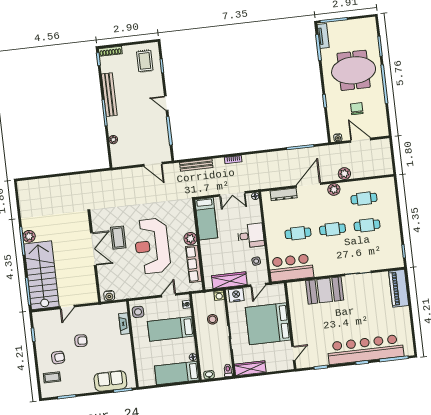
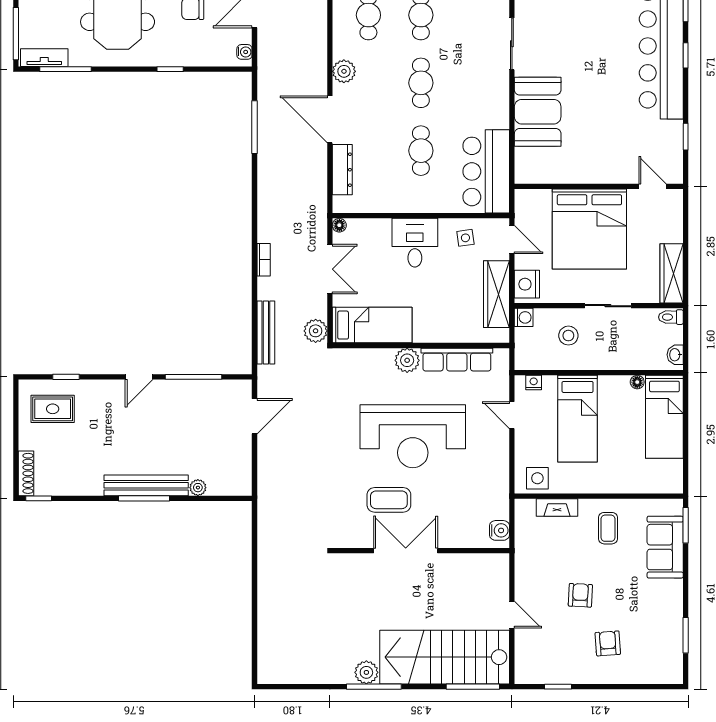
bench: (109, 95) -> (146, 485), moved
plant: (344, 174) -> (316, 331), moved
coffee table: (52, 377) -> (608, 528), moved

